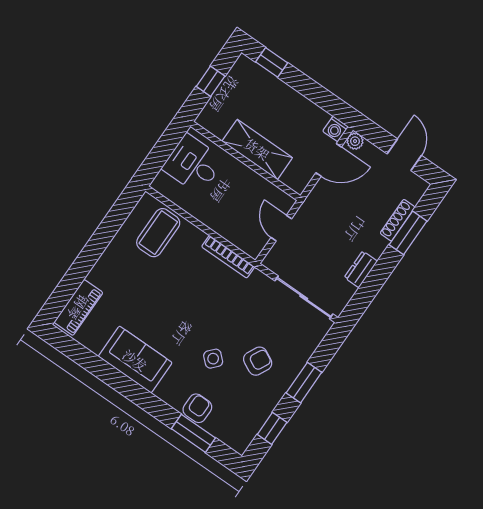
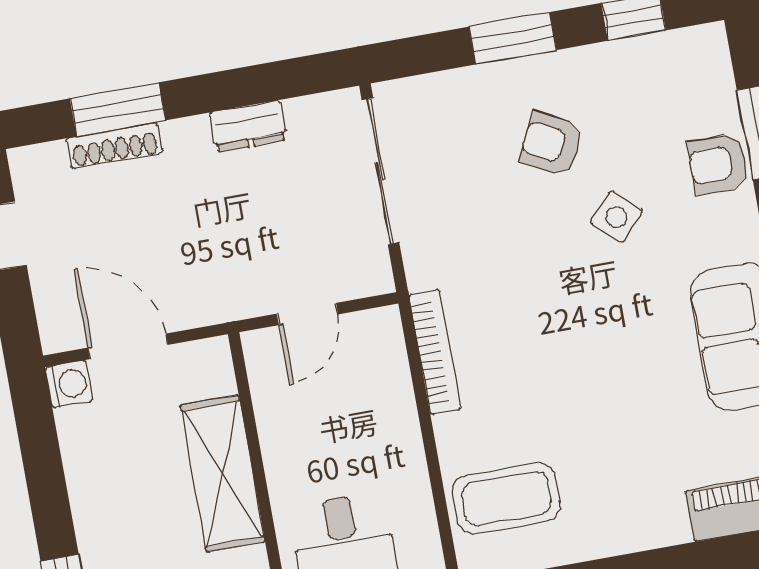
plant: (355, 141) -> (58, 335), removed

